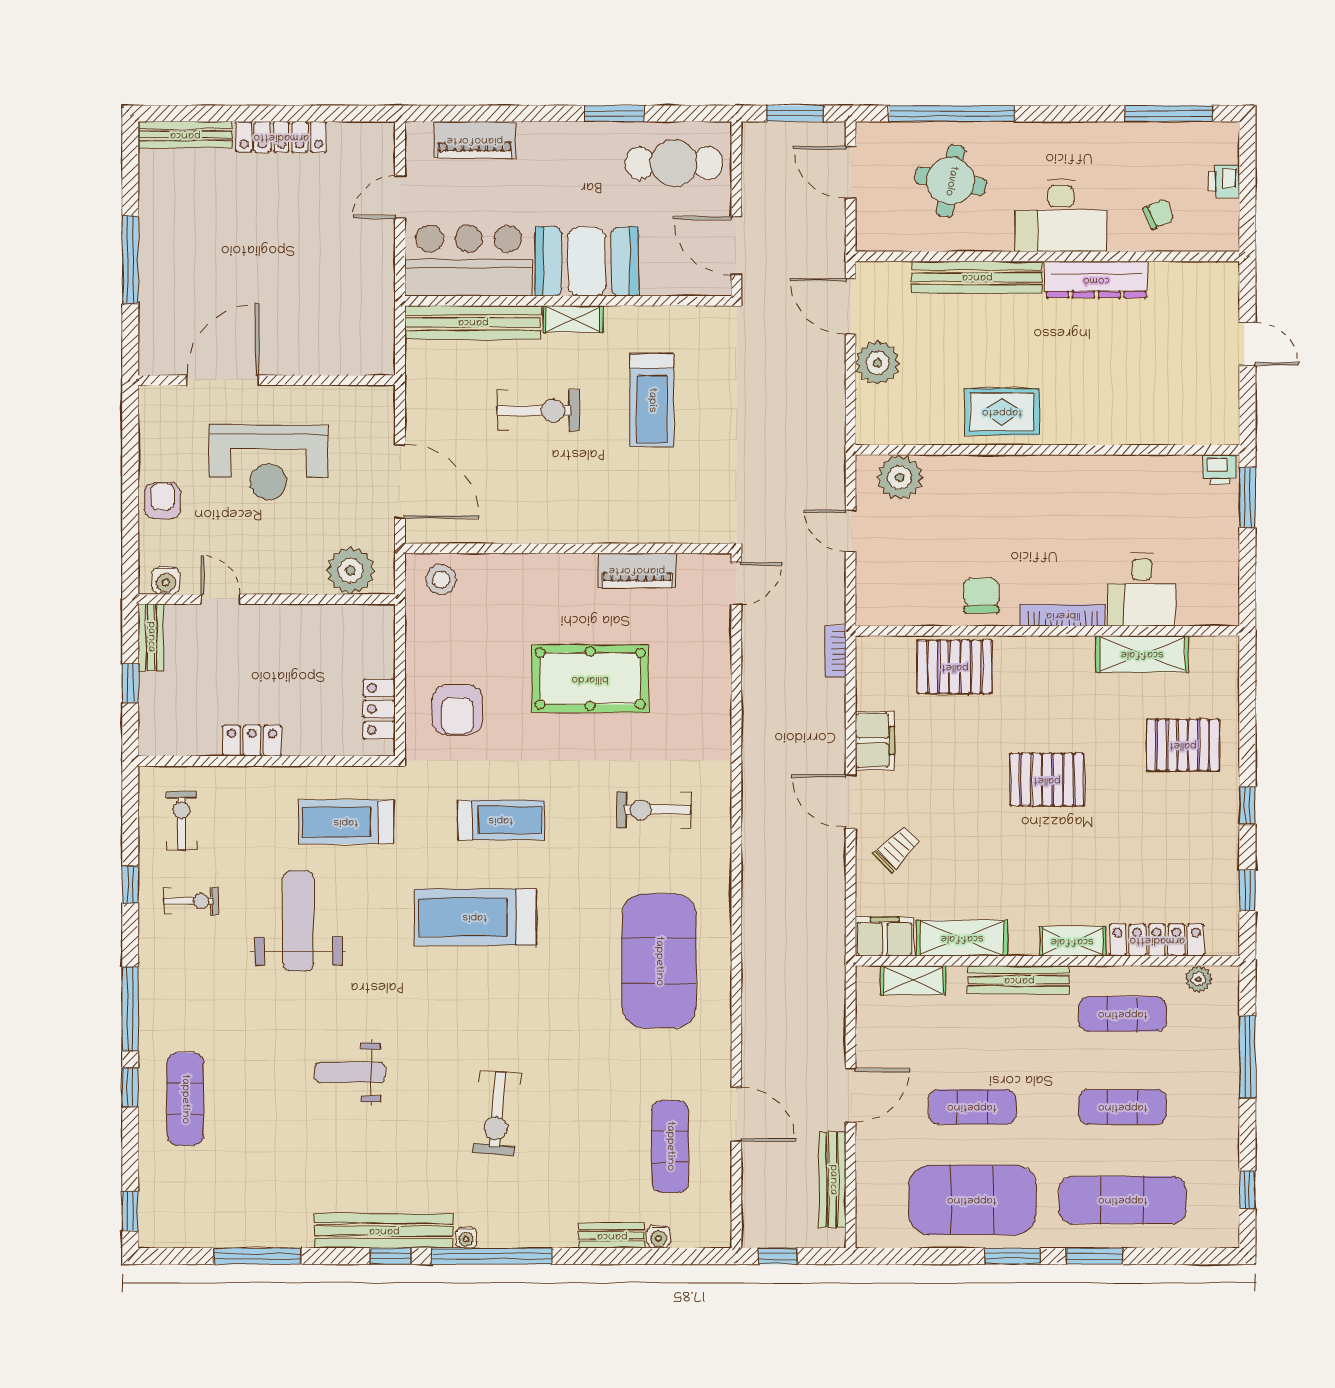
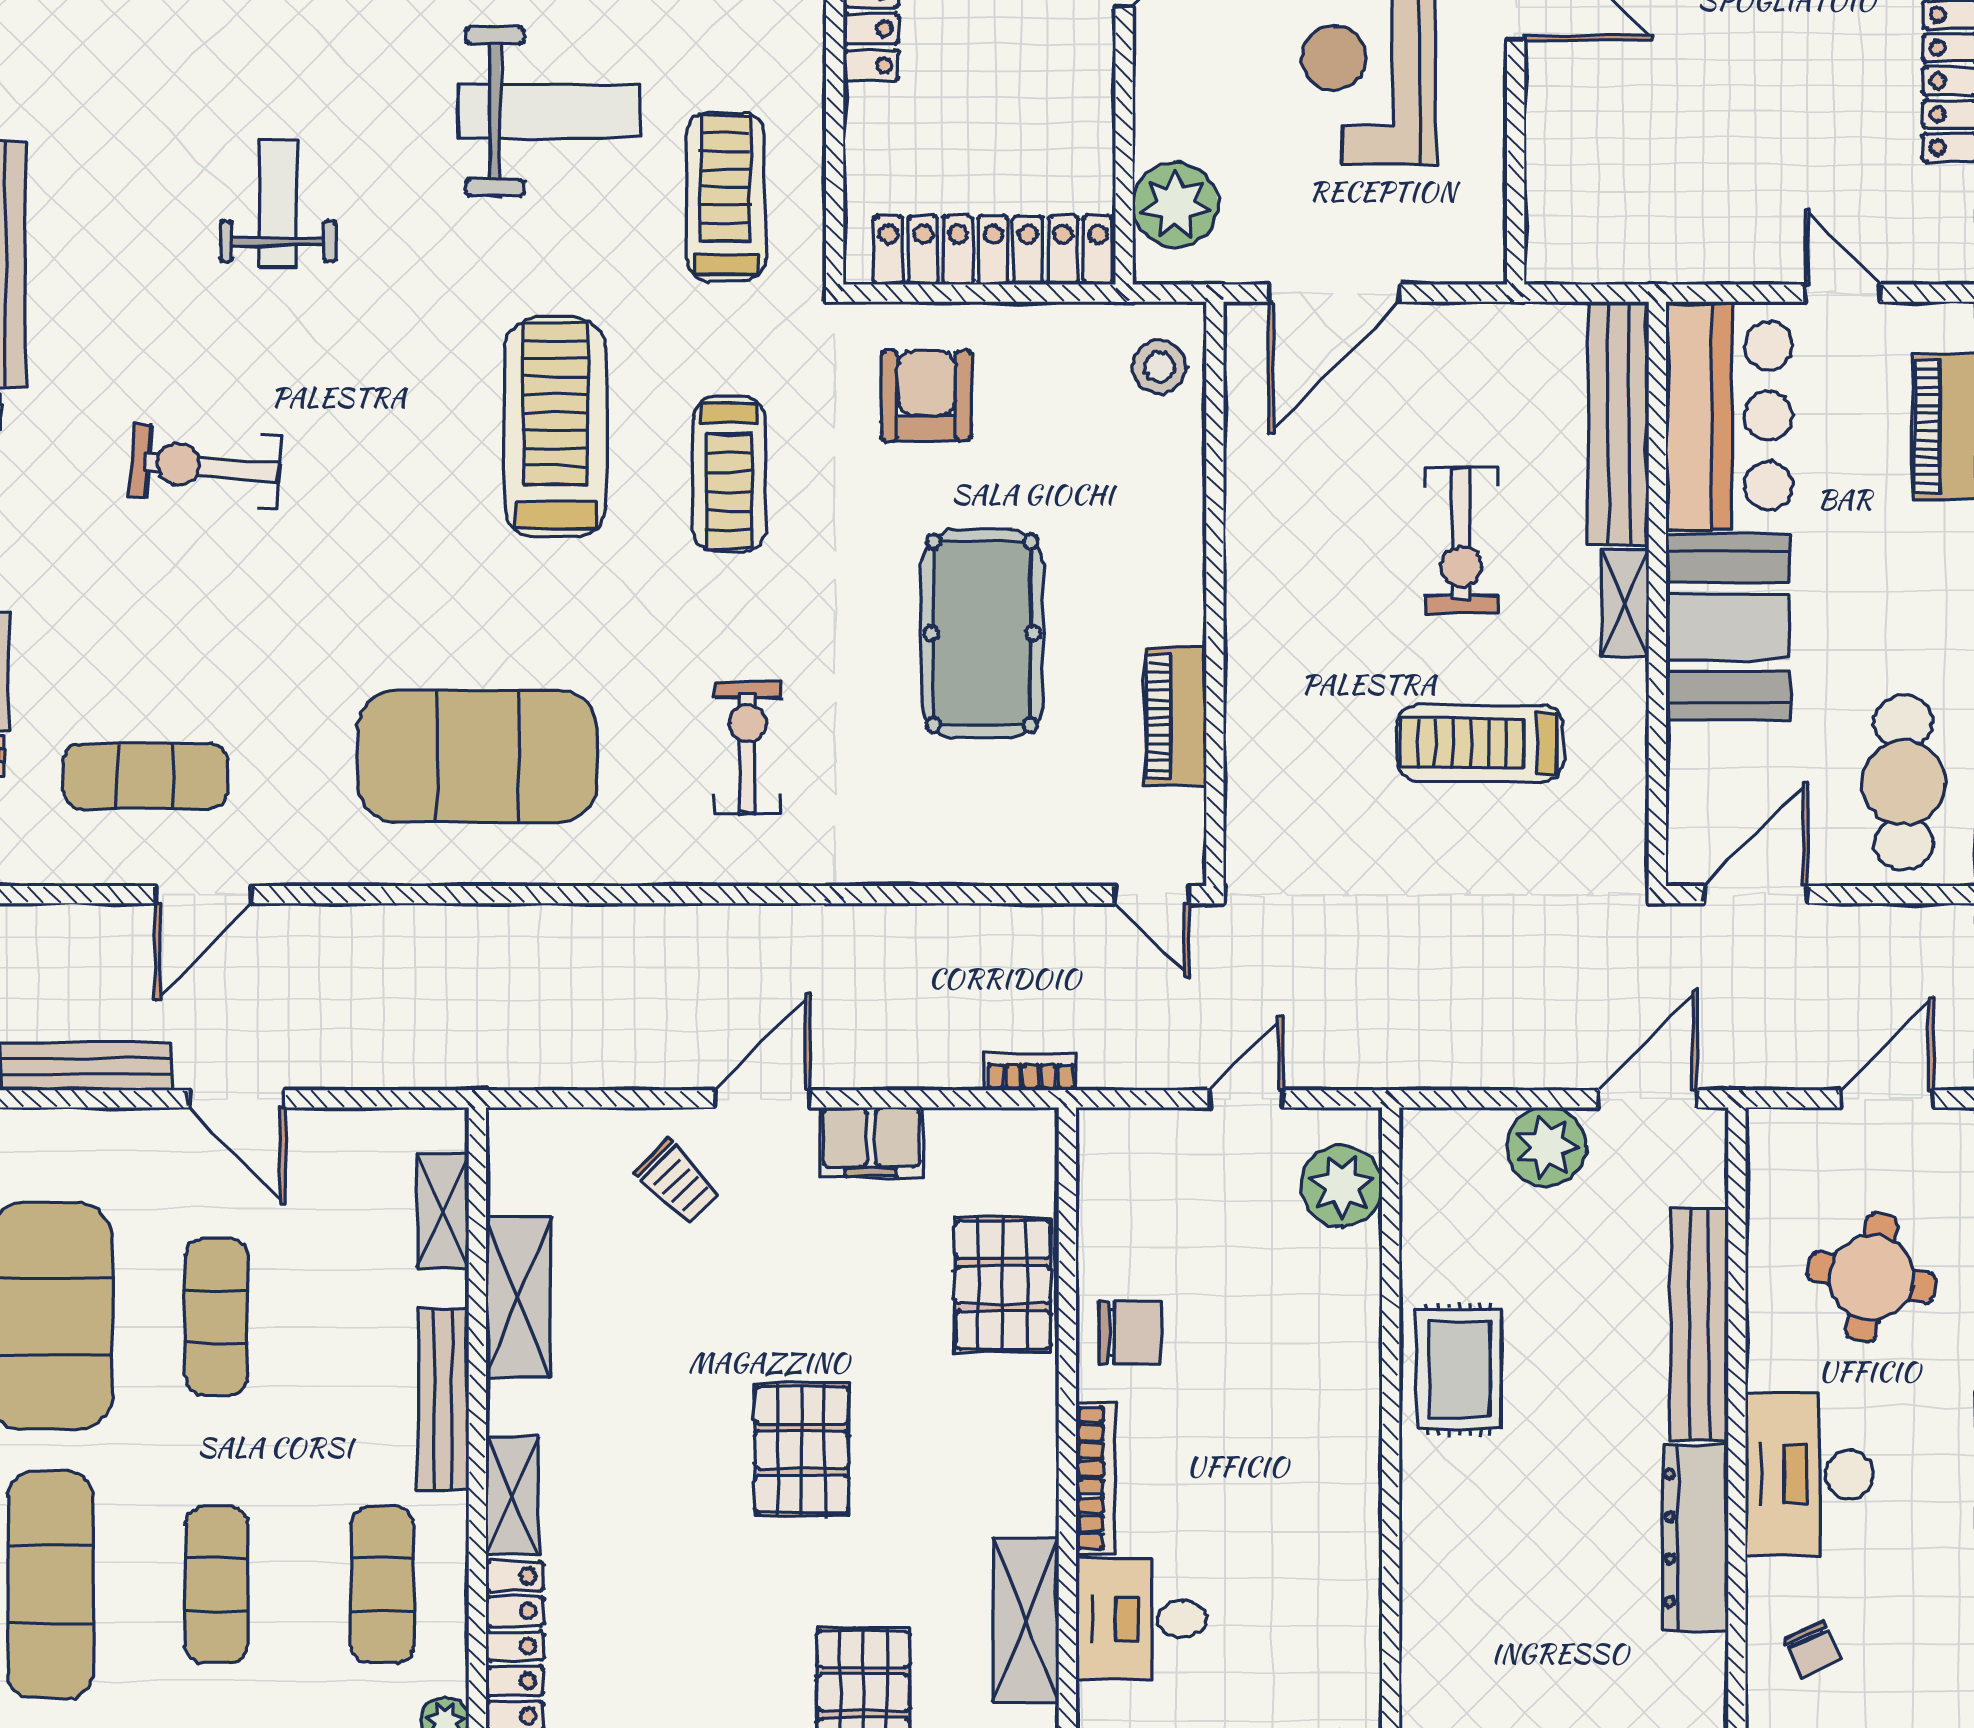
locker: (379, 709) -> (993, 250), width x2.16, depth x1.21
armchair: (457, 710) -> (926, 396), turned 90
filing cabinet: (885, 937) -> (521, 1160), removed

